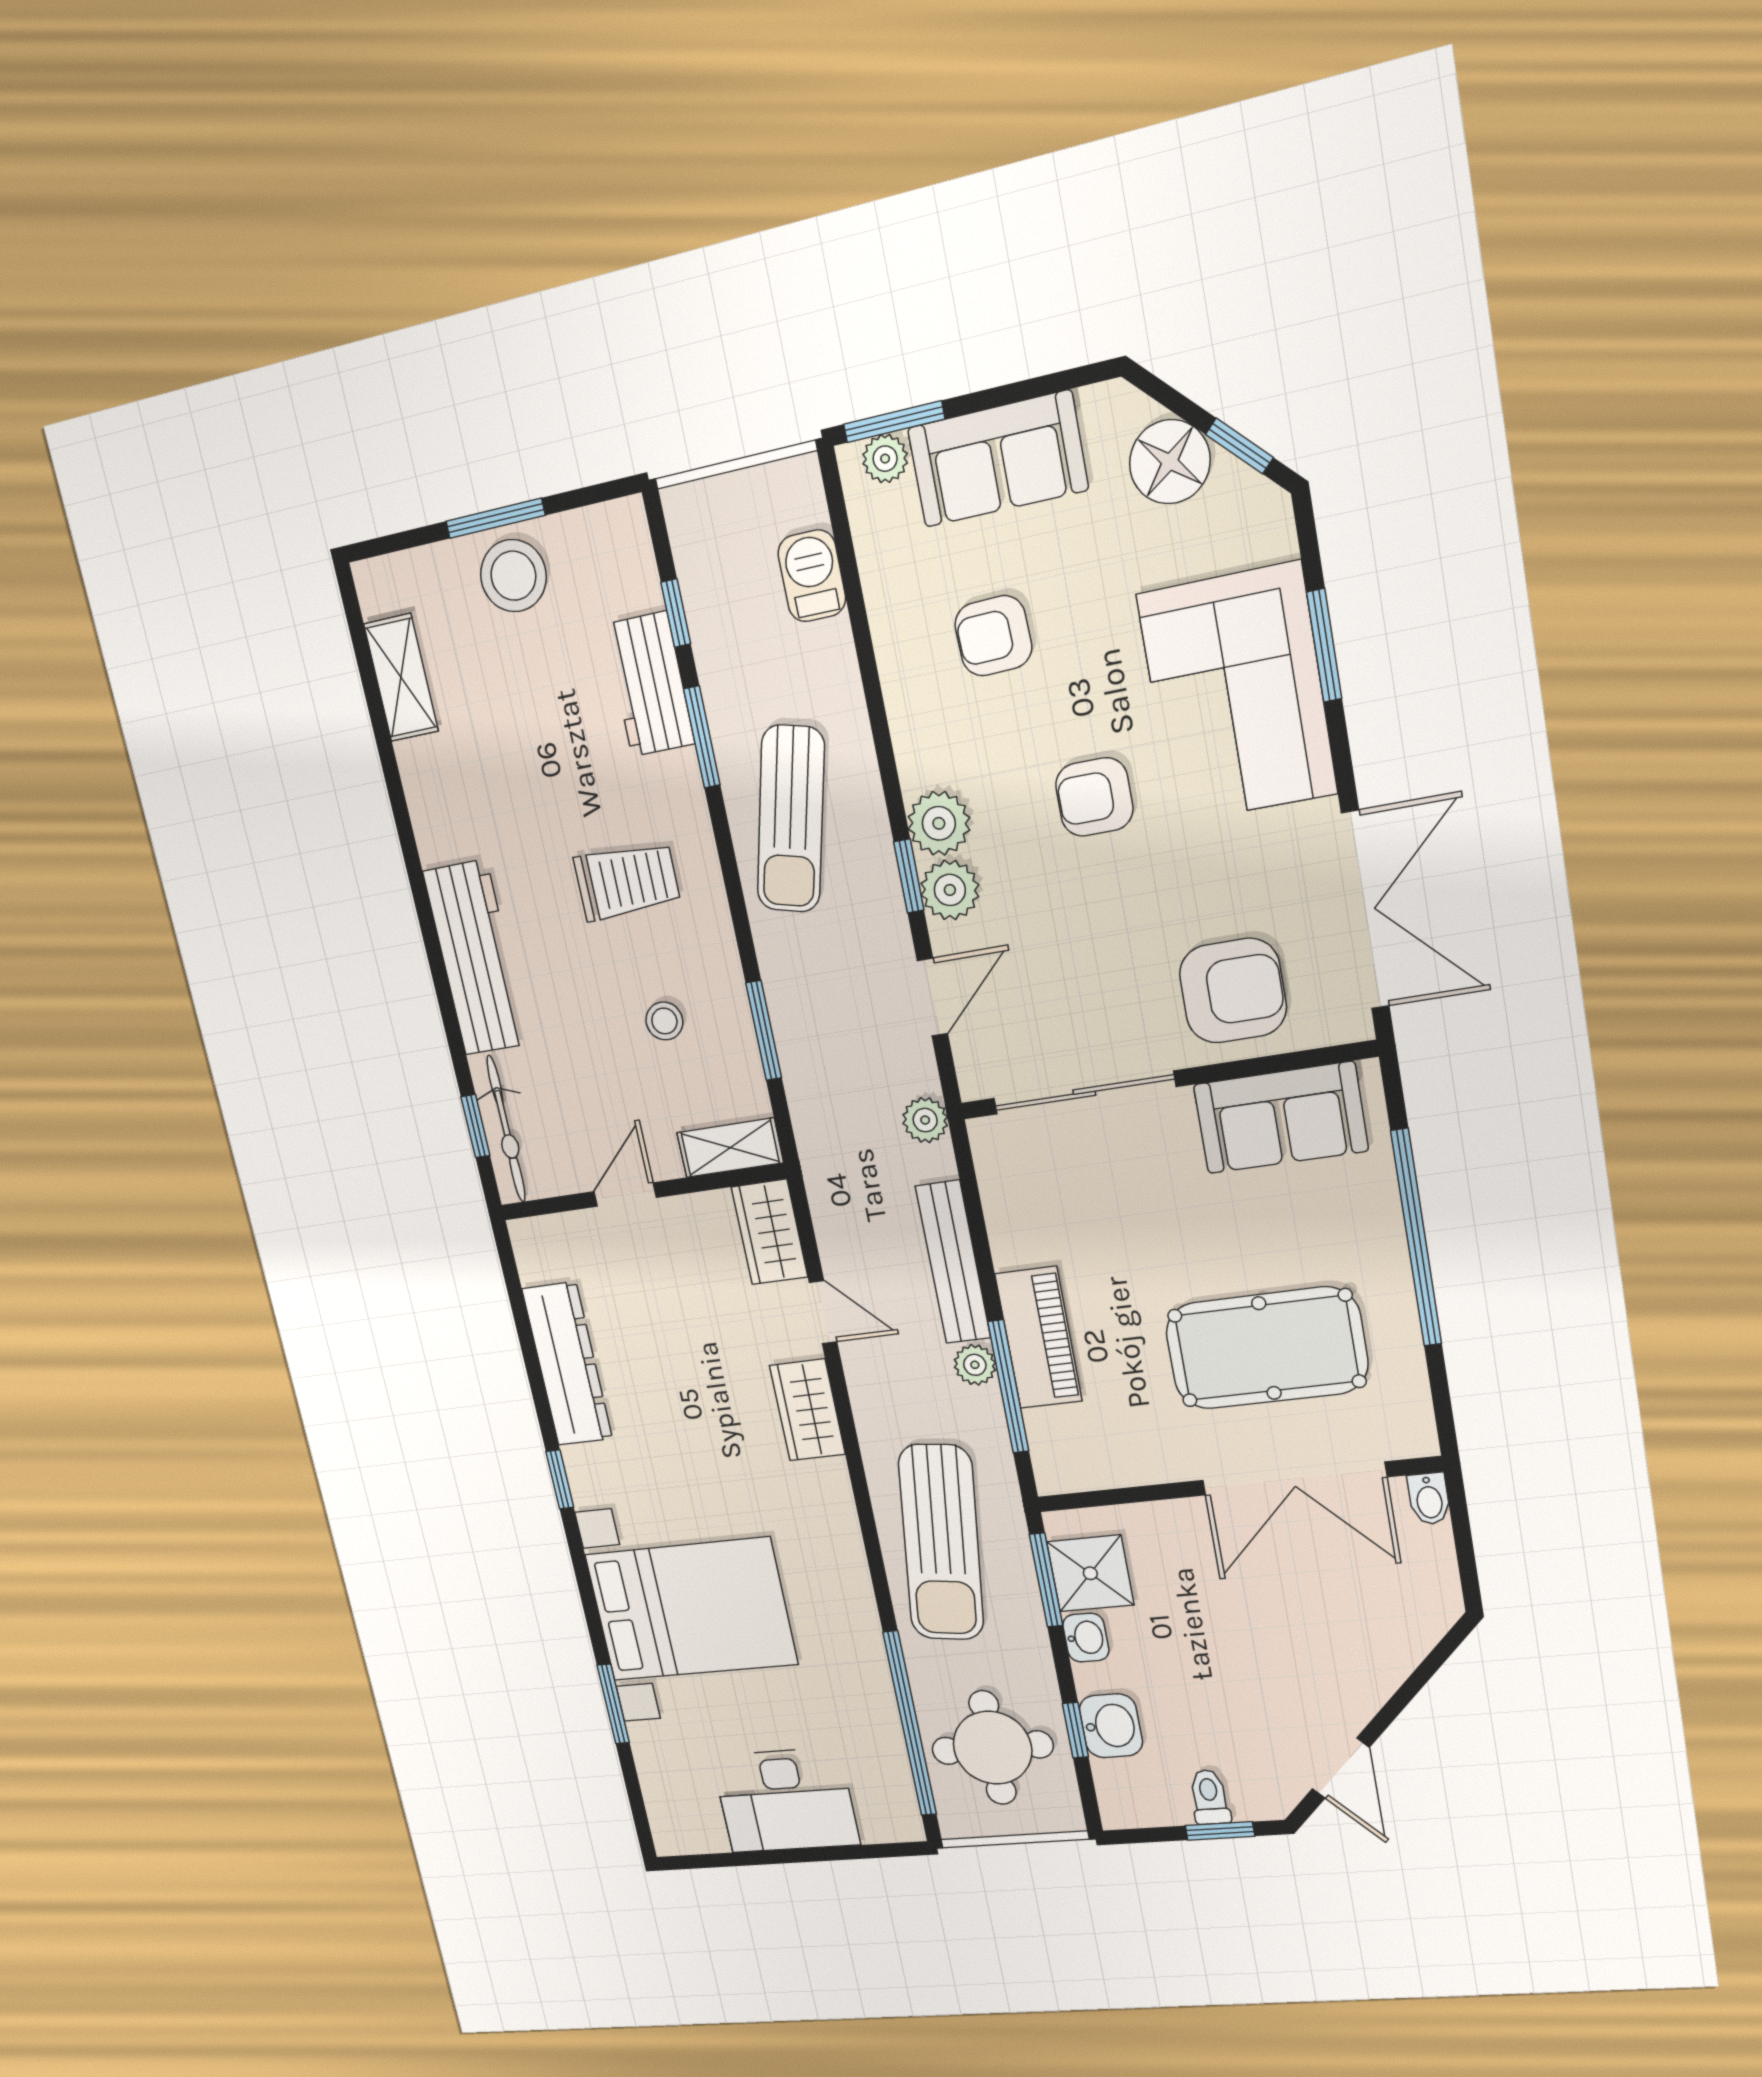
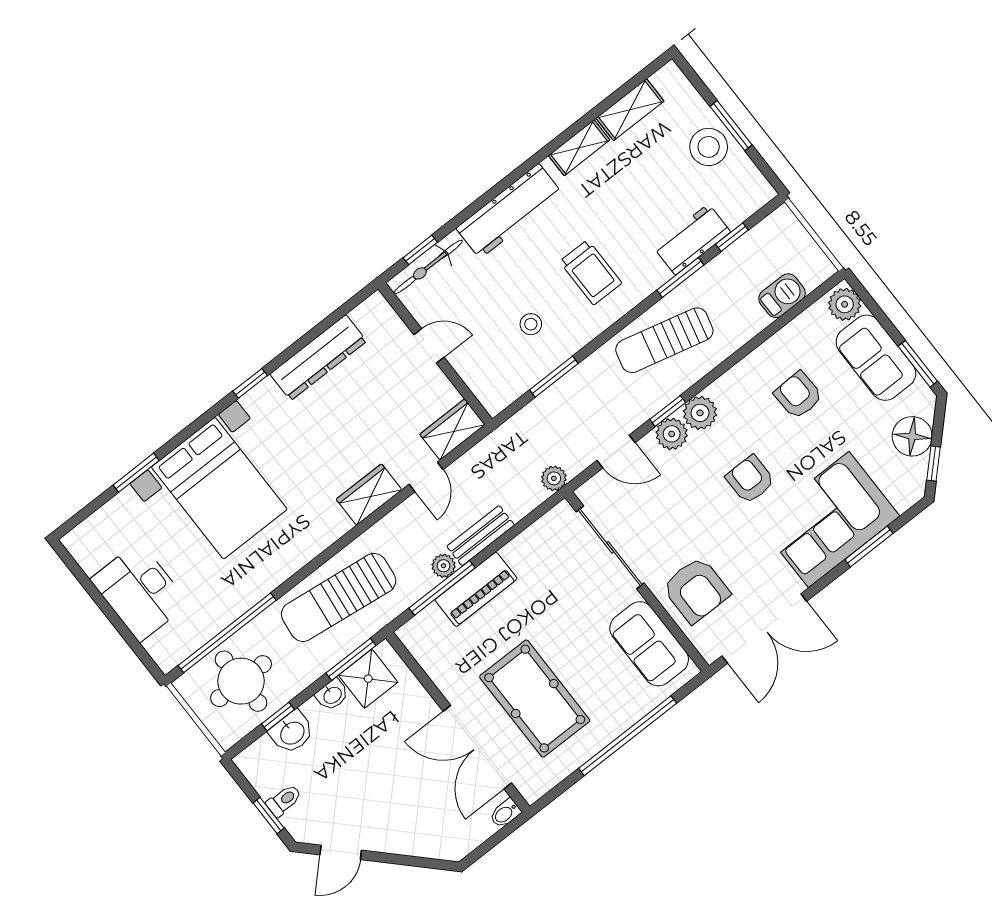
window: (894, 422) -> (918, 364), moved
plant: (885, 459) -> (845, 304), width x1.38, depth x1.38
shelving: (730, 1148) -> (579, 148), moved, turned 90
bench: (953, 1262) -> (481, 536), width x0.73

